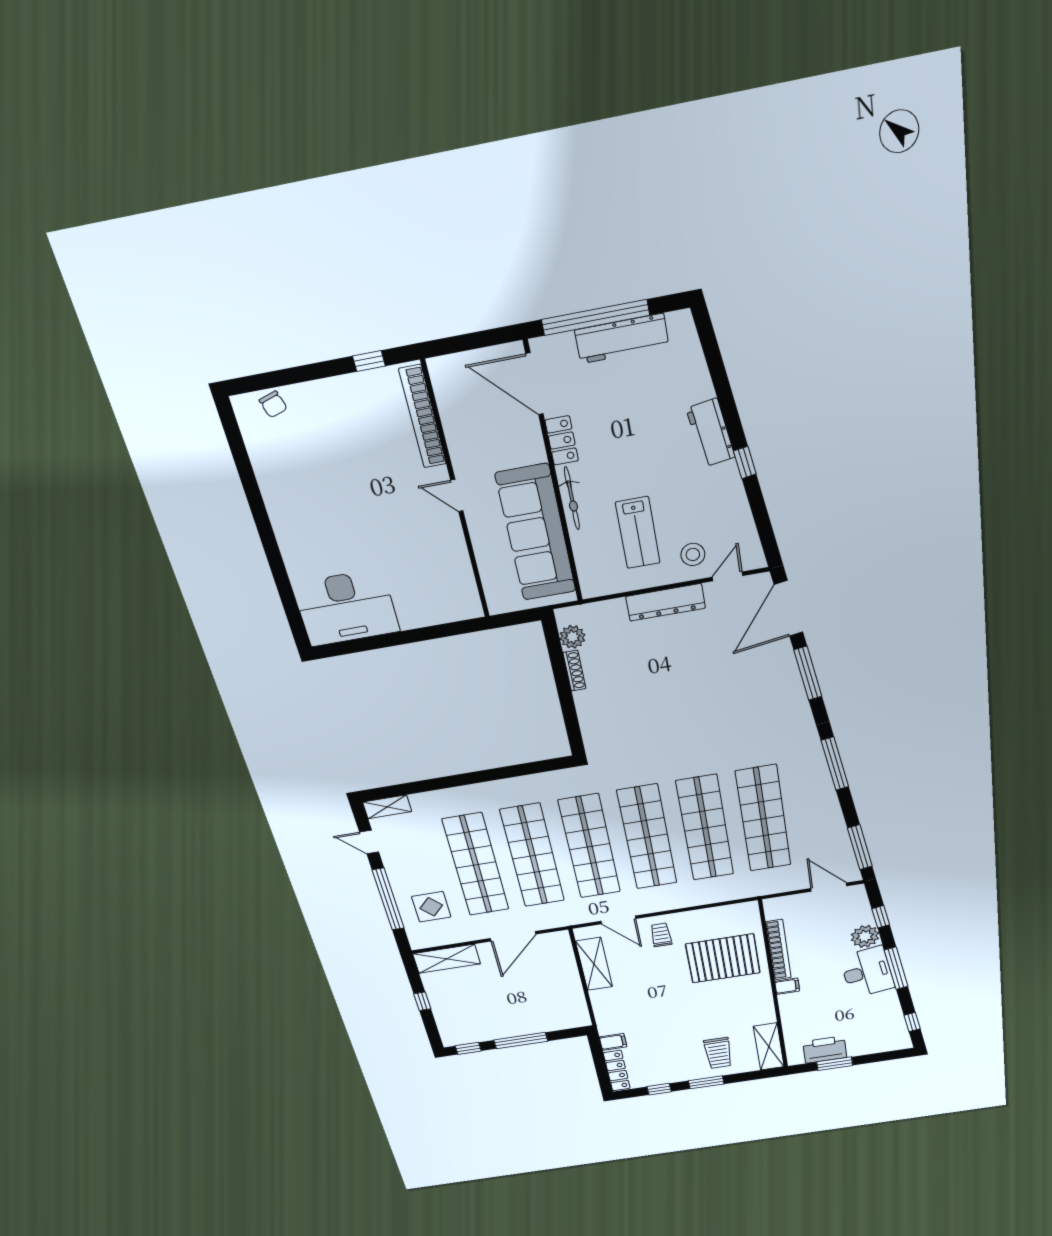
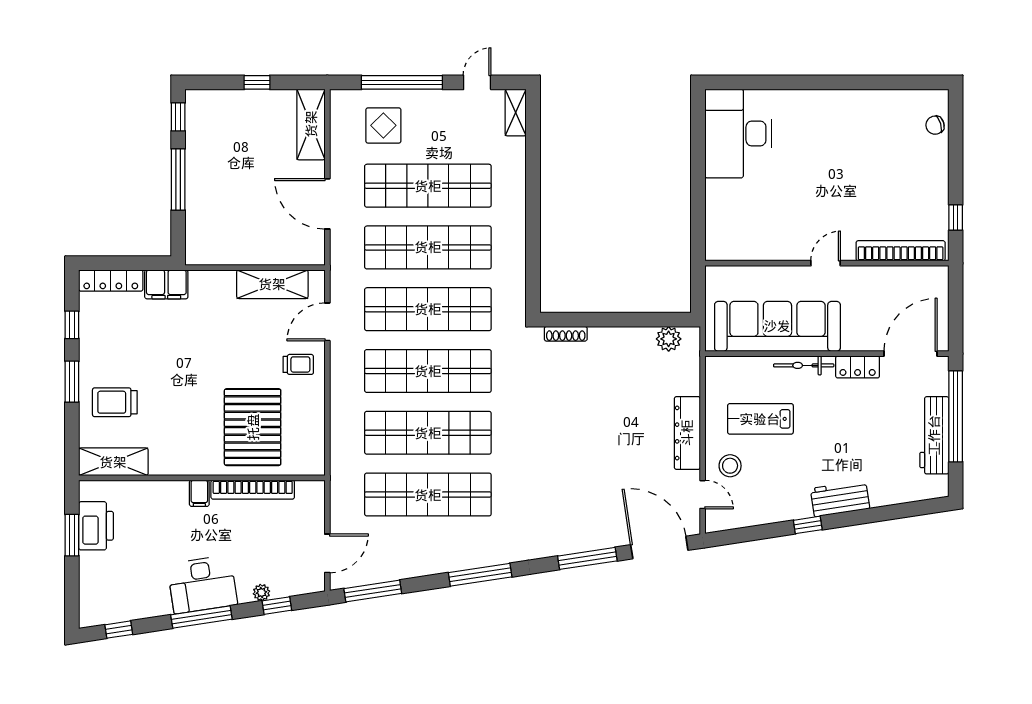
shoe rack: (574, 671) -> (566, 334), moved
plant: (865, 936) -> (261, 592), width x0.53, depth x0.53
filing cabinet: (613, 1042) -> (166, 284), width x2.00

